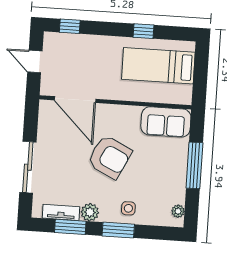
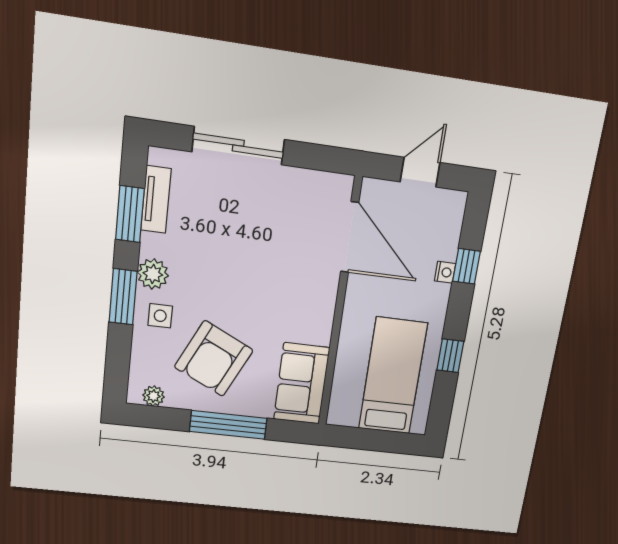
window: (70, 26) -> (467, 266), moved
nightstand: (92, 40) -> (445, 272), added
door: (75, 100) -> (350, 237), swing flipped
armchair: (110, 157) -> (214, 359), moved
plant: (90, 212) -> (153, 274), moved

